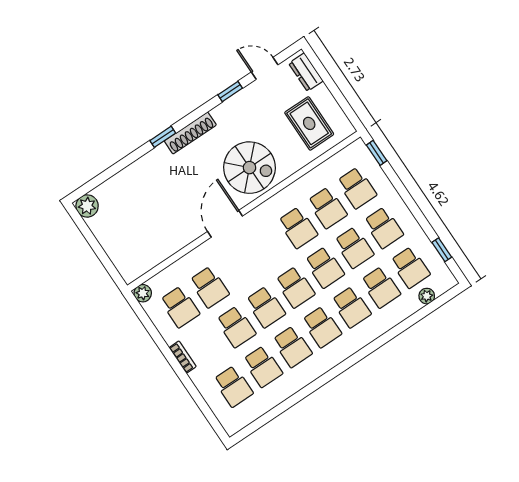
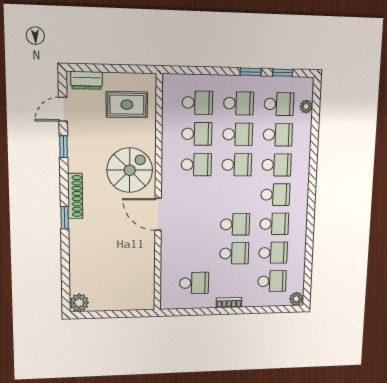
window: (377, 153) -> (251, 72), moved
school desk: (209, 287) -> (195, 254), removed
school desk: (295, 287) -> (236, 195), removed
plant: (143, 293) -> (296, 299), moved

